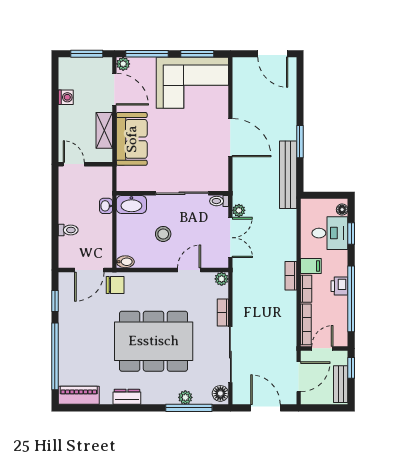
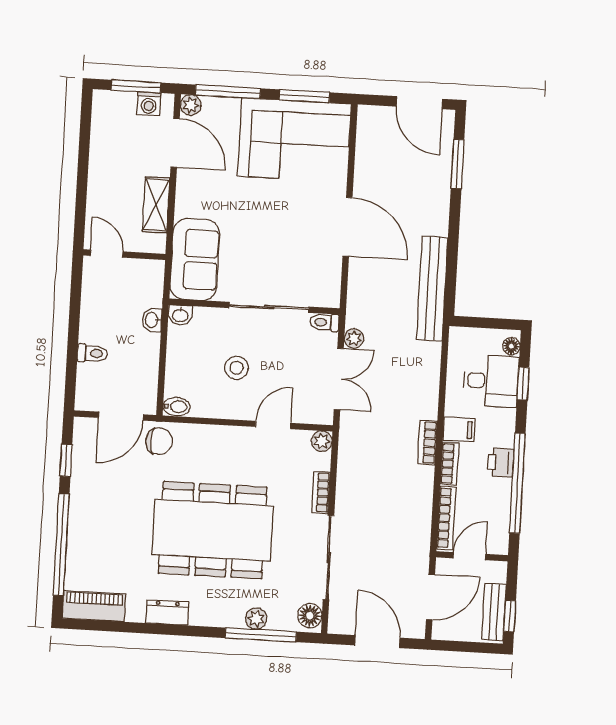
washing machine: (66, 97) -> (149, 104), moved, turned 90
sofa: (132, 139) -> (195, 259), moved
window: (300, 142) -> (458, 164), moved
washbasin: (131, 204) -> (180, 315), width x0.52, depth x0.69
window: (351, 368) -> (510, 616), moved

